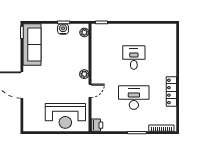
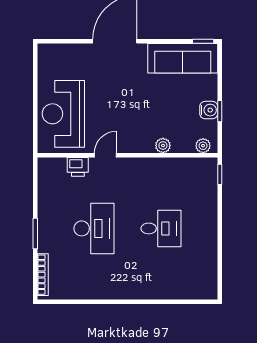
plant: (84, 74) -> (163, 145), moved
door: (90, 91) -> (105, 155), swing flipped
locker: (171, 91) -> (104, 291), removed
printer: (97, 125) -> (78, 167), moved

